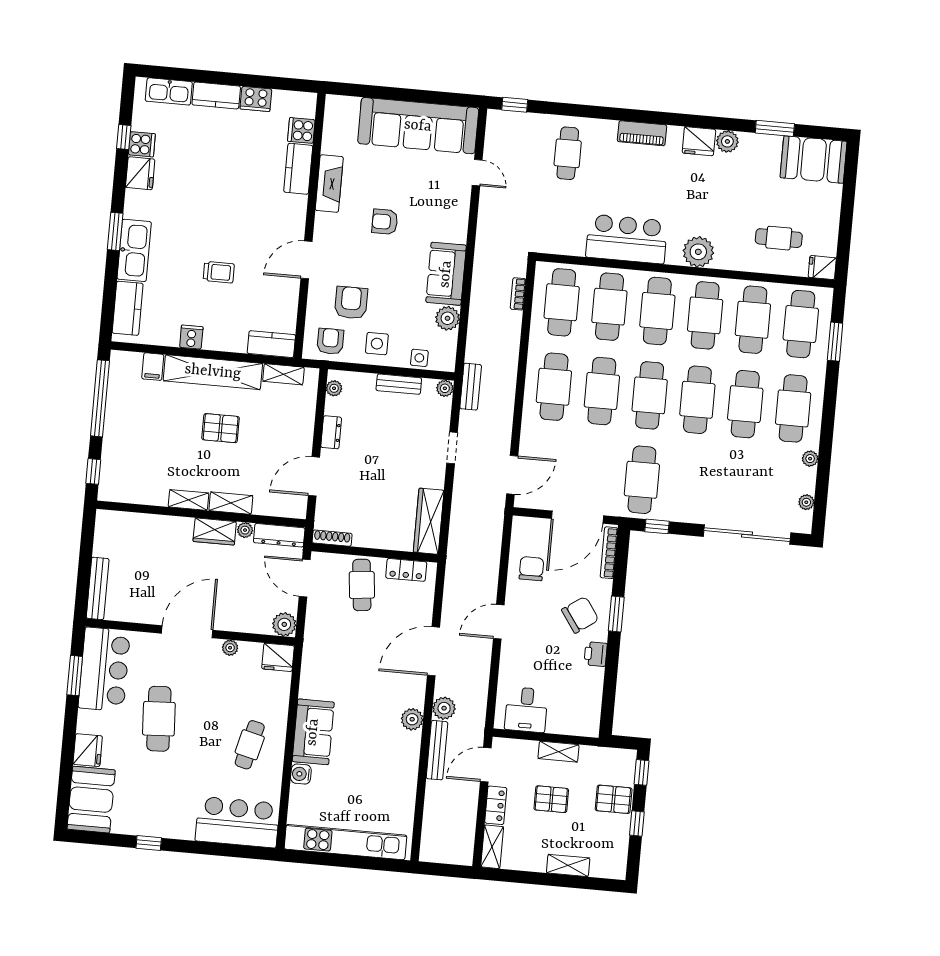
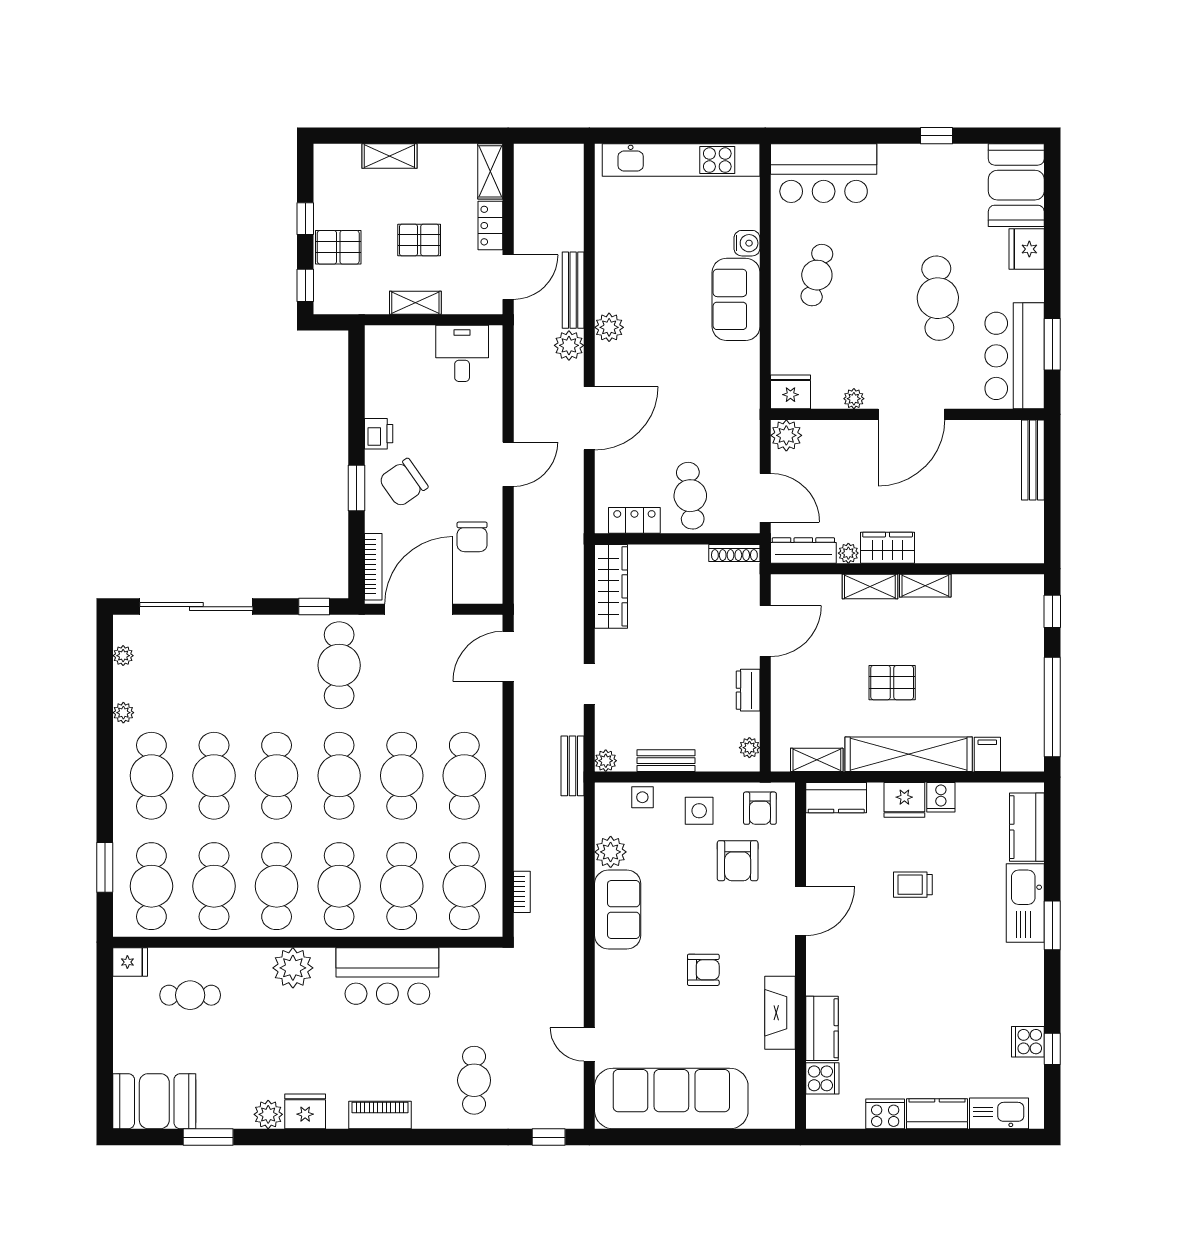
fridge: (140, 173) -> (904, 800), moved, turned -90

